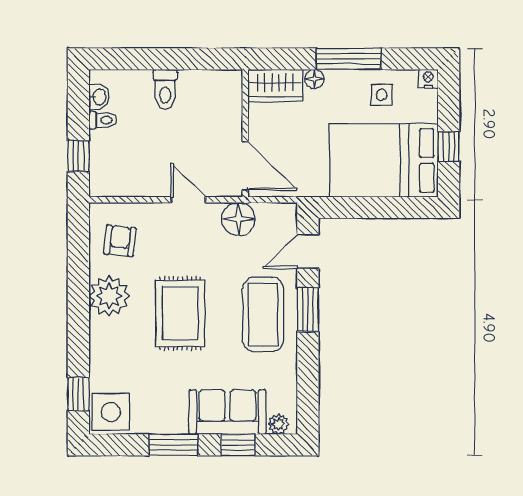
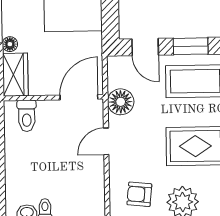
toilet: (165, 89) -> (27, 116), moved, turned 90

